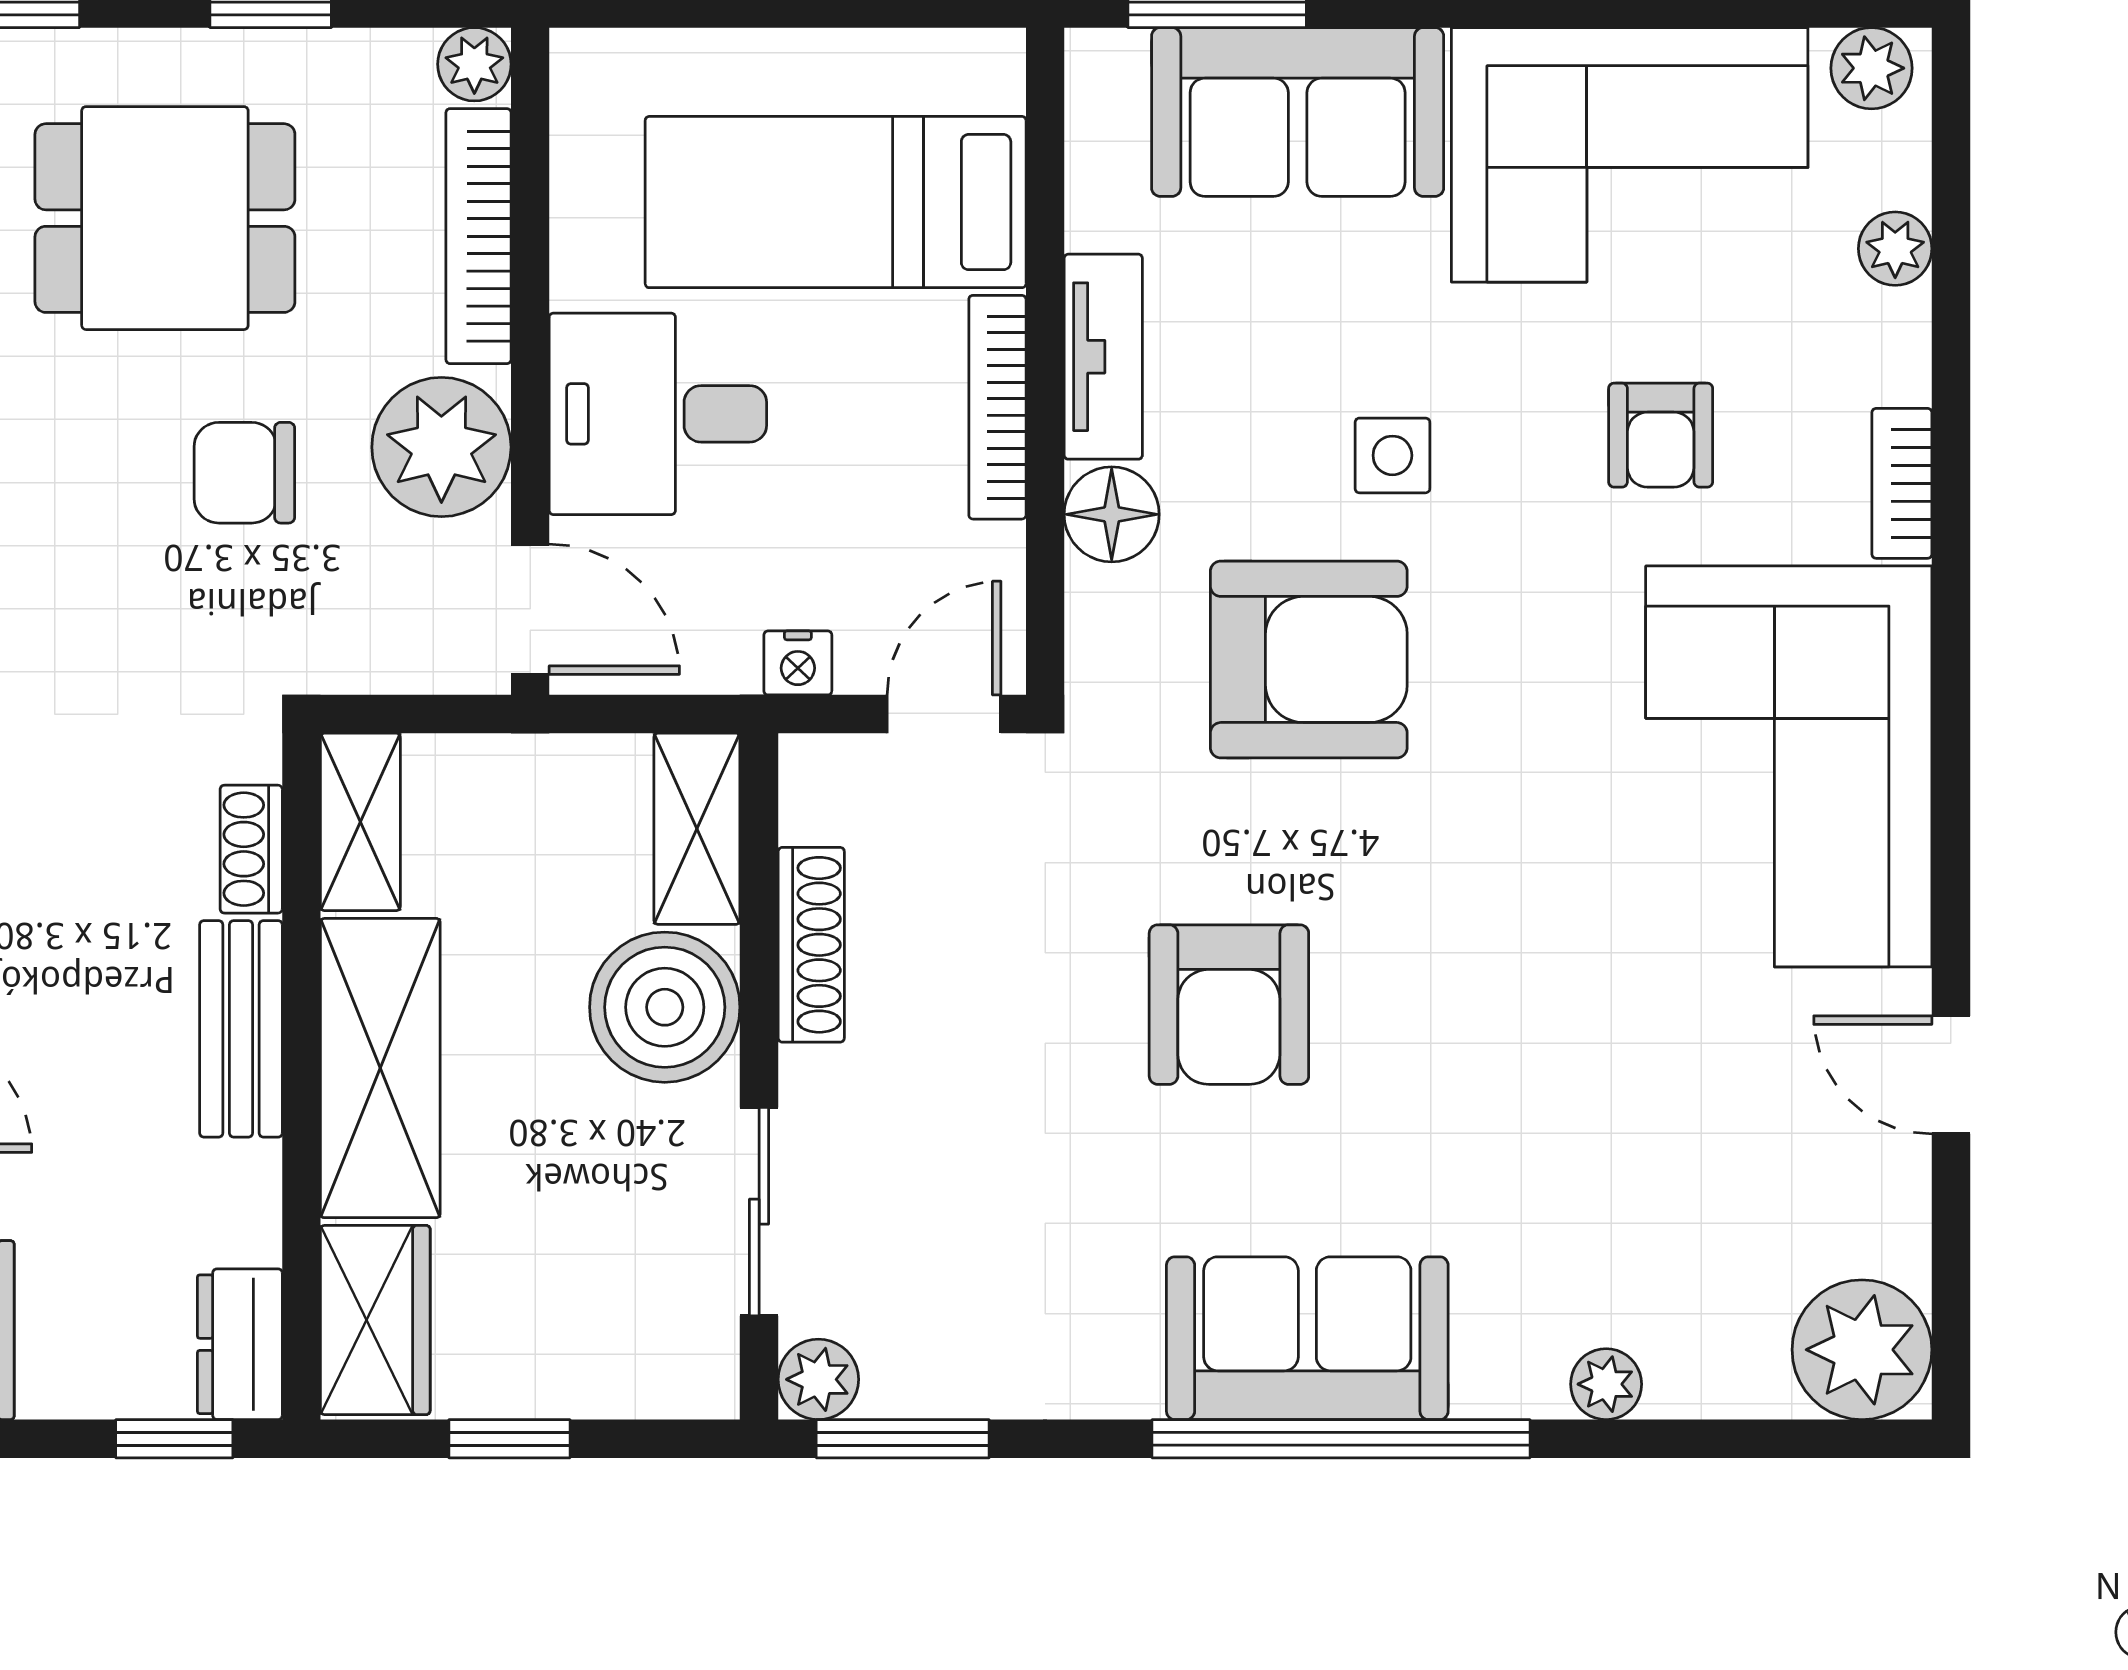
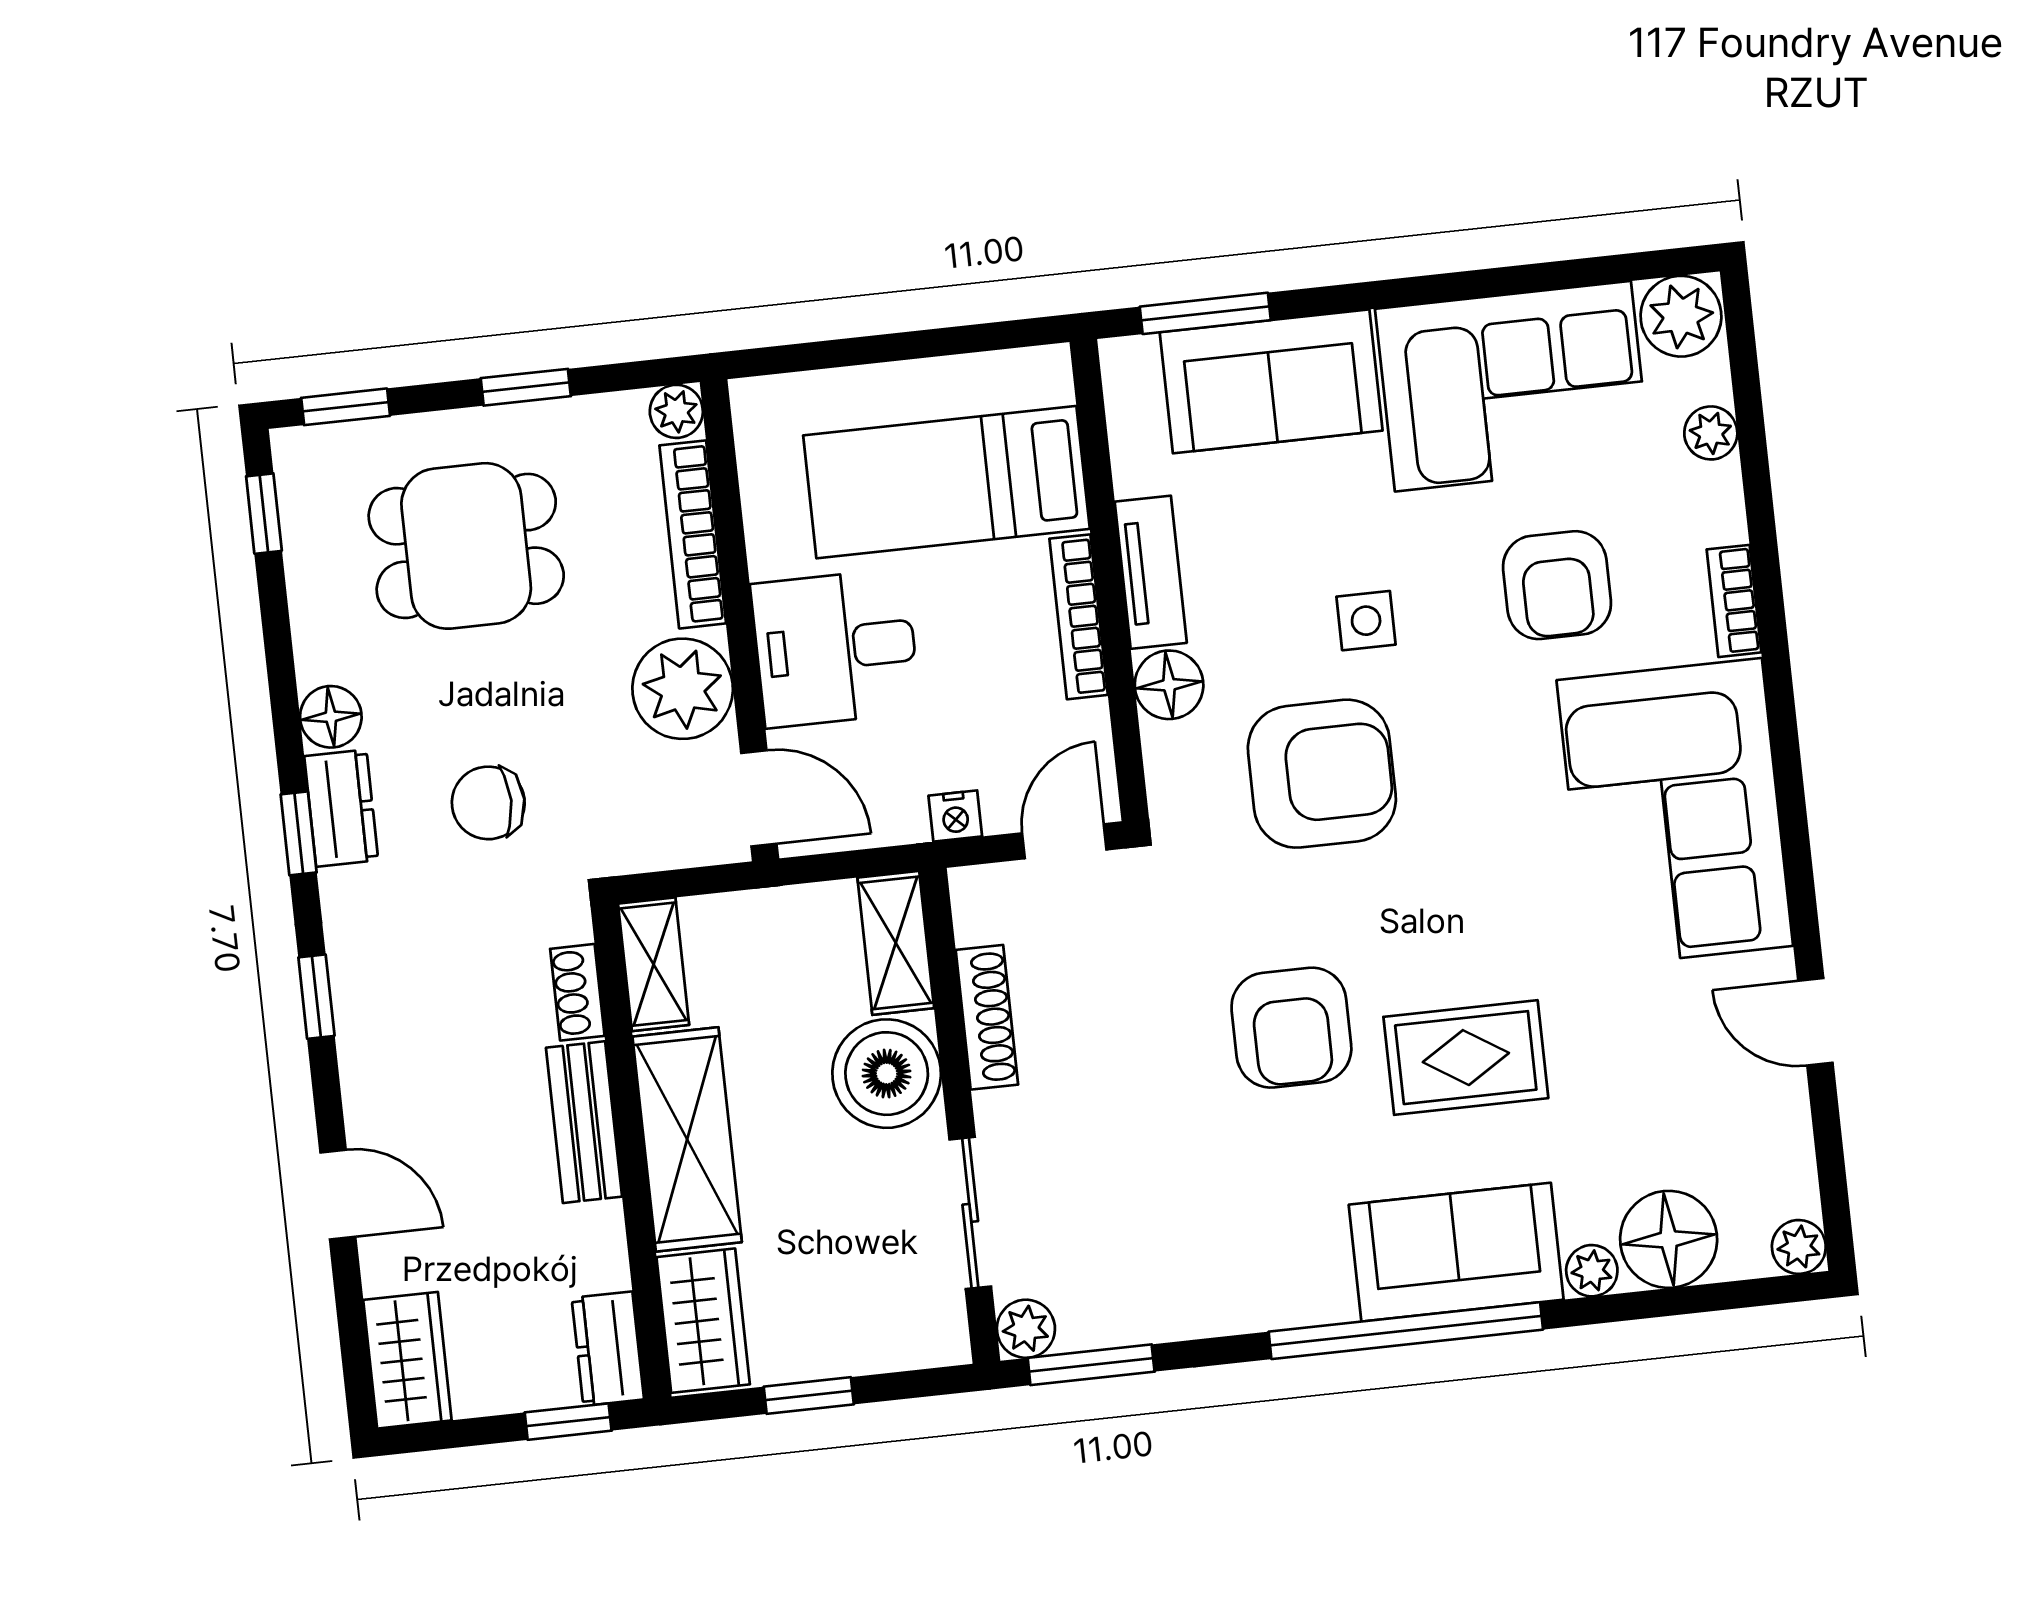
plant: (1872, 68) -> (1681, 316), width x1.38, depth x1.38
armchair: (1661, 435) -> (1557, 585), width x1.38, depth x1.38
chair: (244, 473) -> (488, 803), moved
rug: (1464, 1072) -> (1466, 1058), added
sofa: (1307, 1338) -> (1456, 1252), moved
plant: (1862, 1350) -> (1799, 1247), width x0.53, depth x0.53
floor lamp: (1716, 1352) -> (1669, 1239), added

